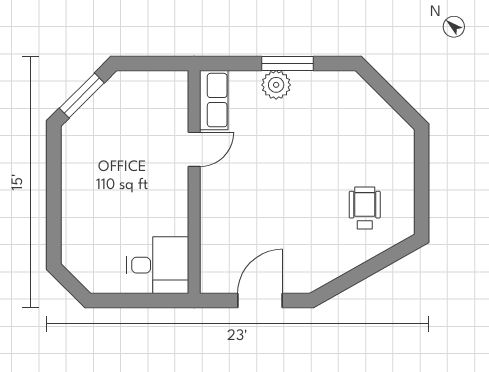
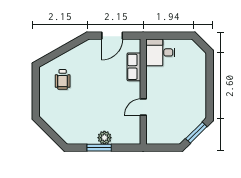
row of seats: (214, 100) -> (134, 67), moved

